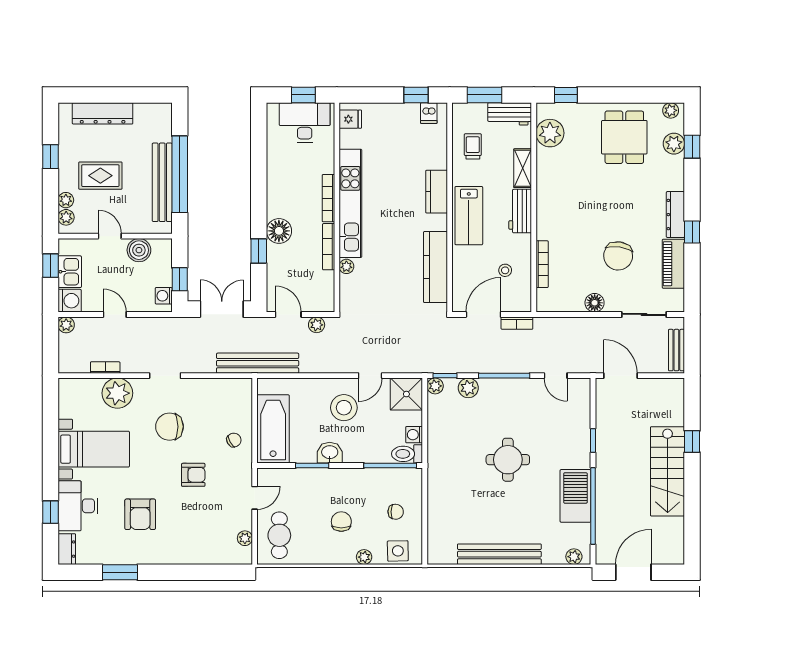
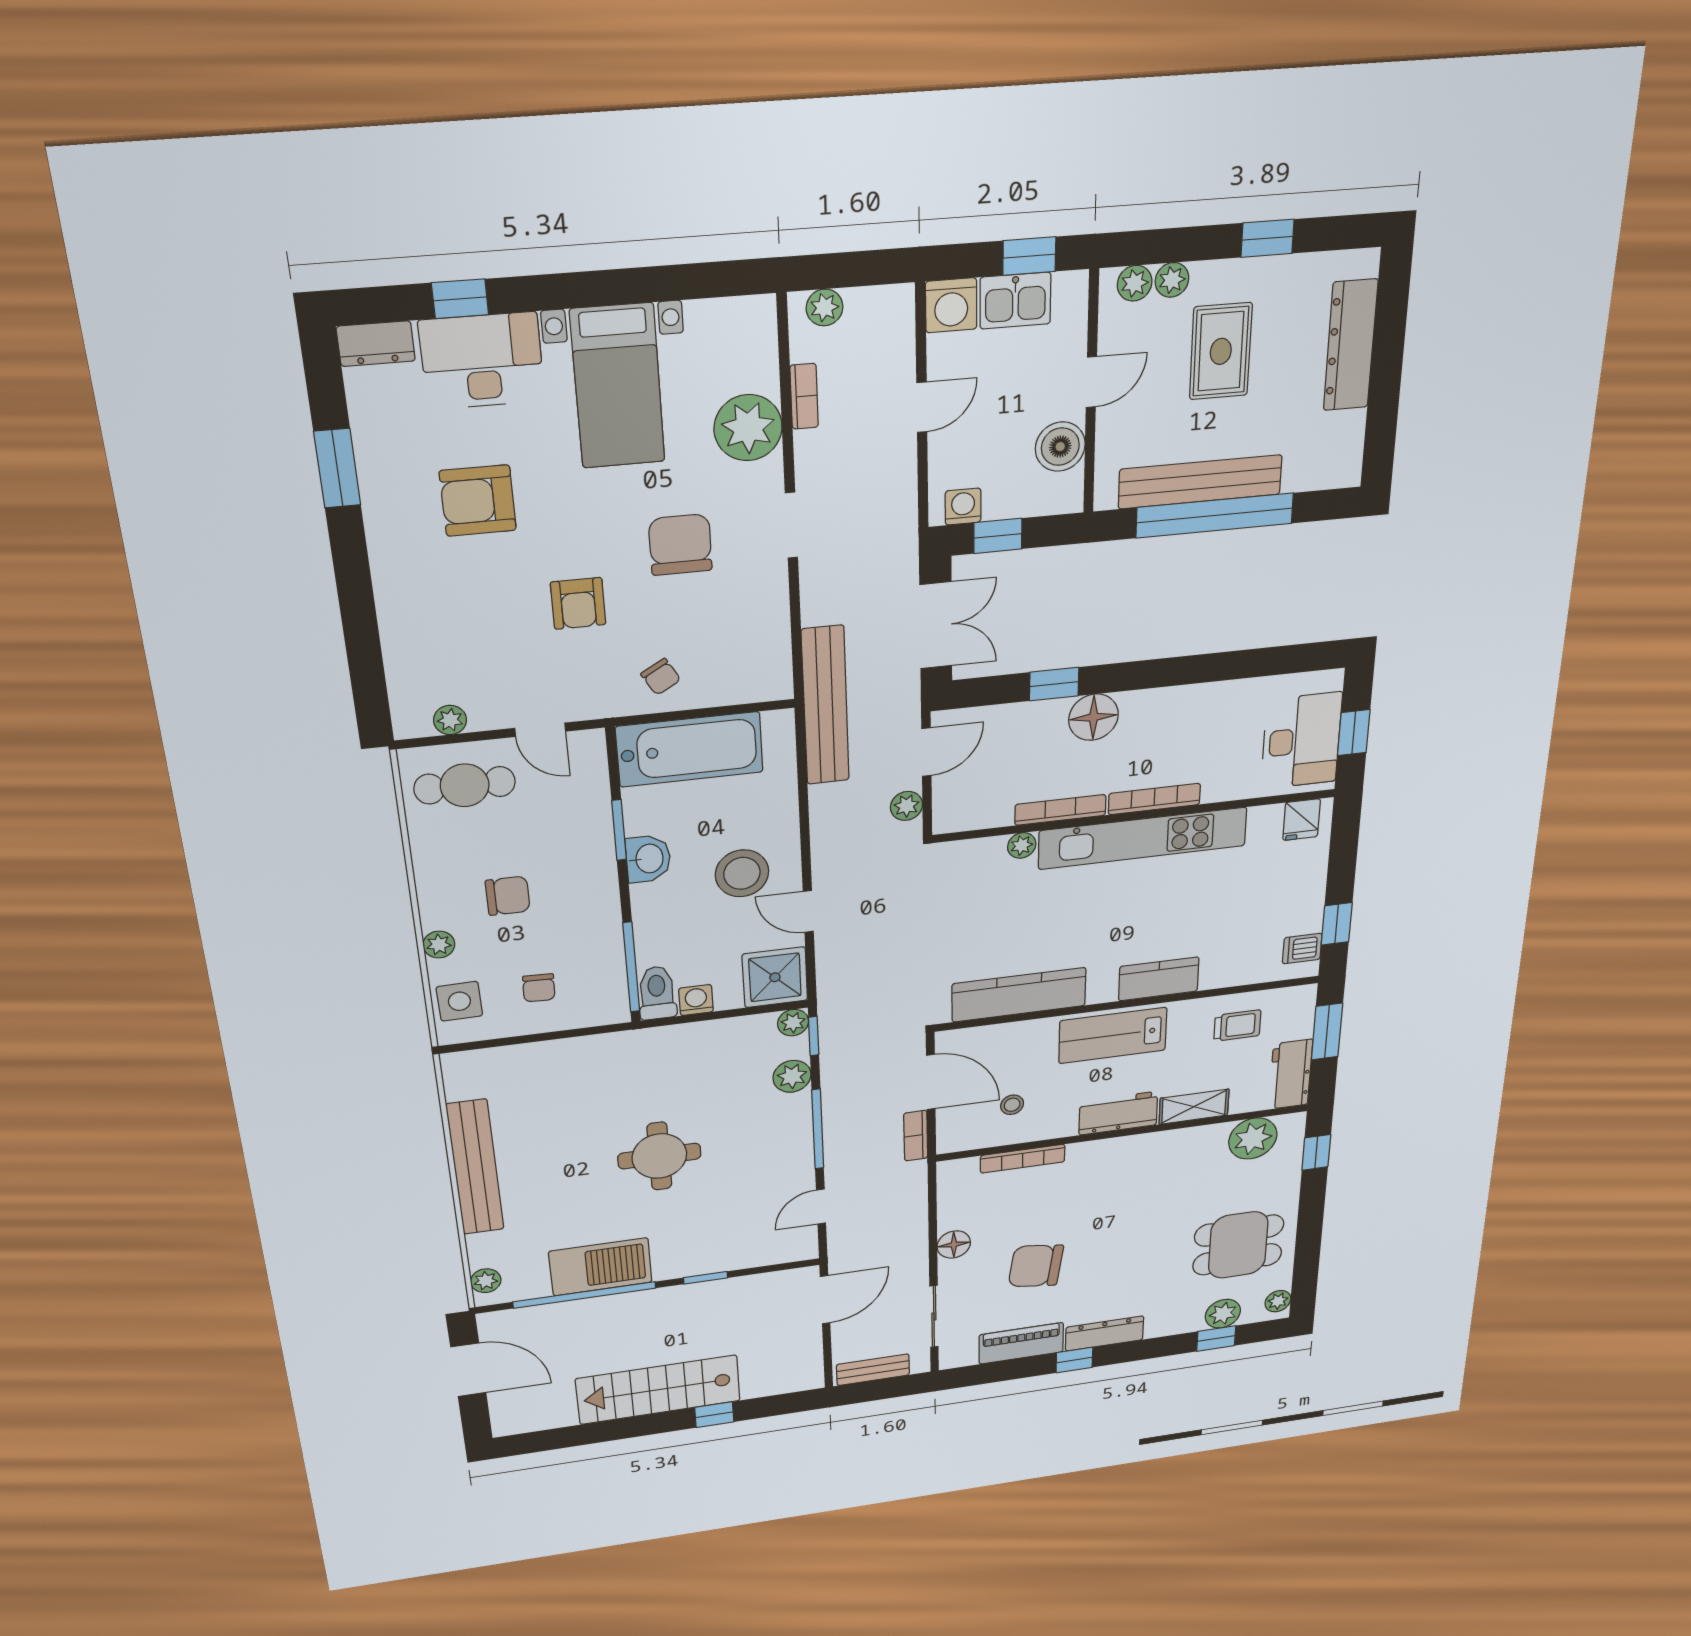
plant: (66, 325) -> (824, 307), moved

